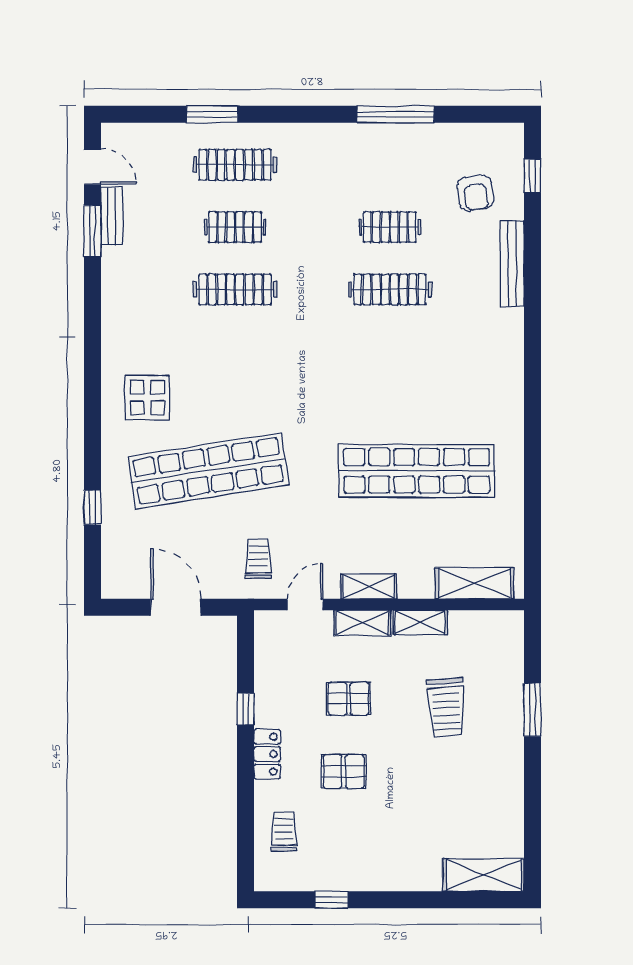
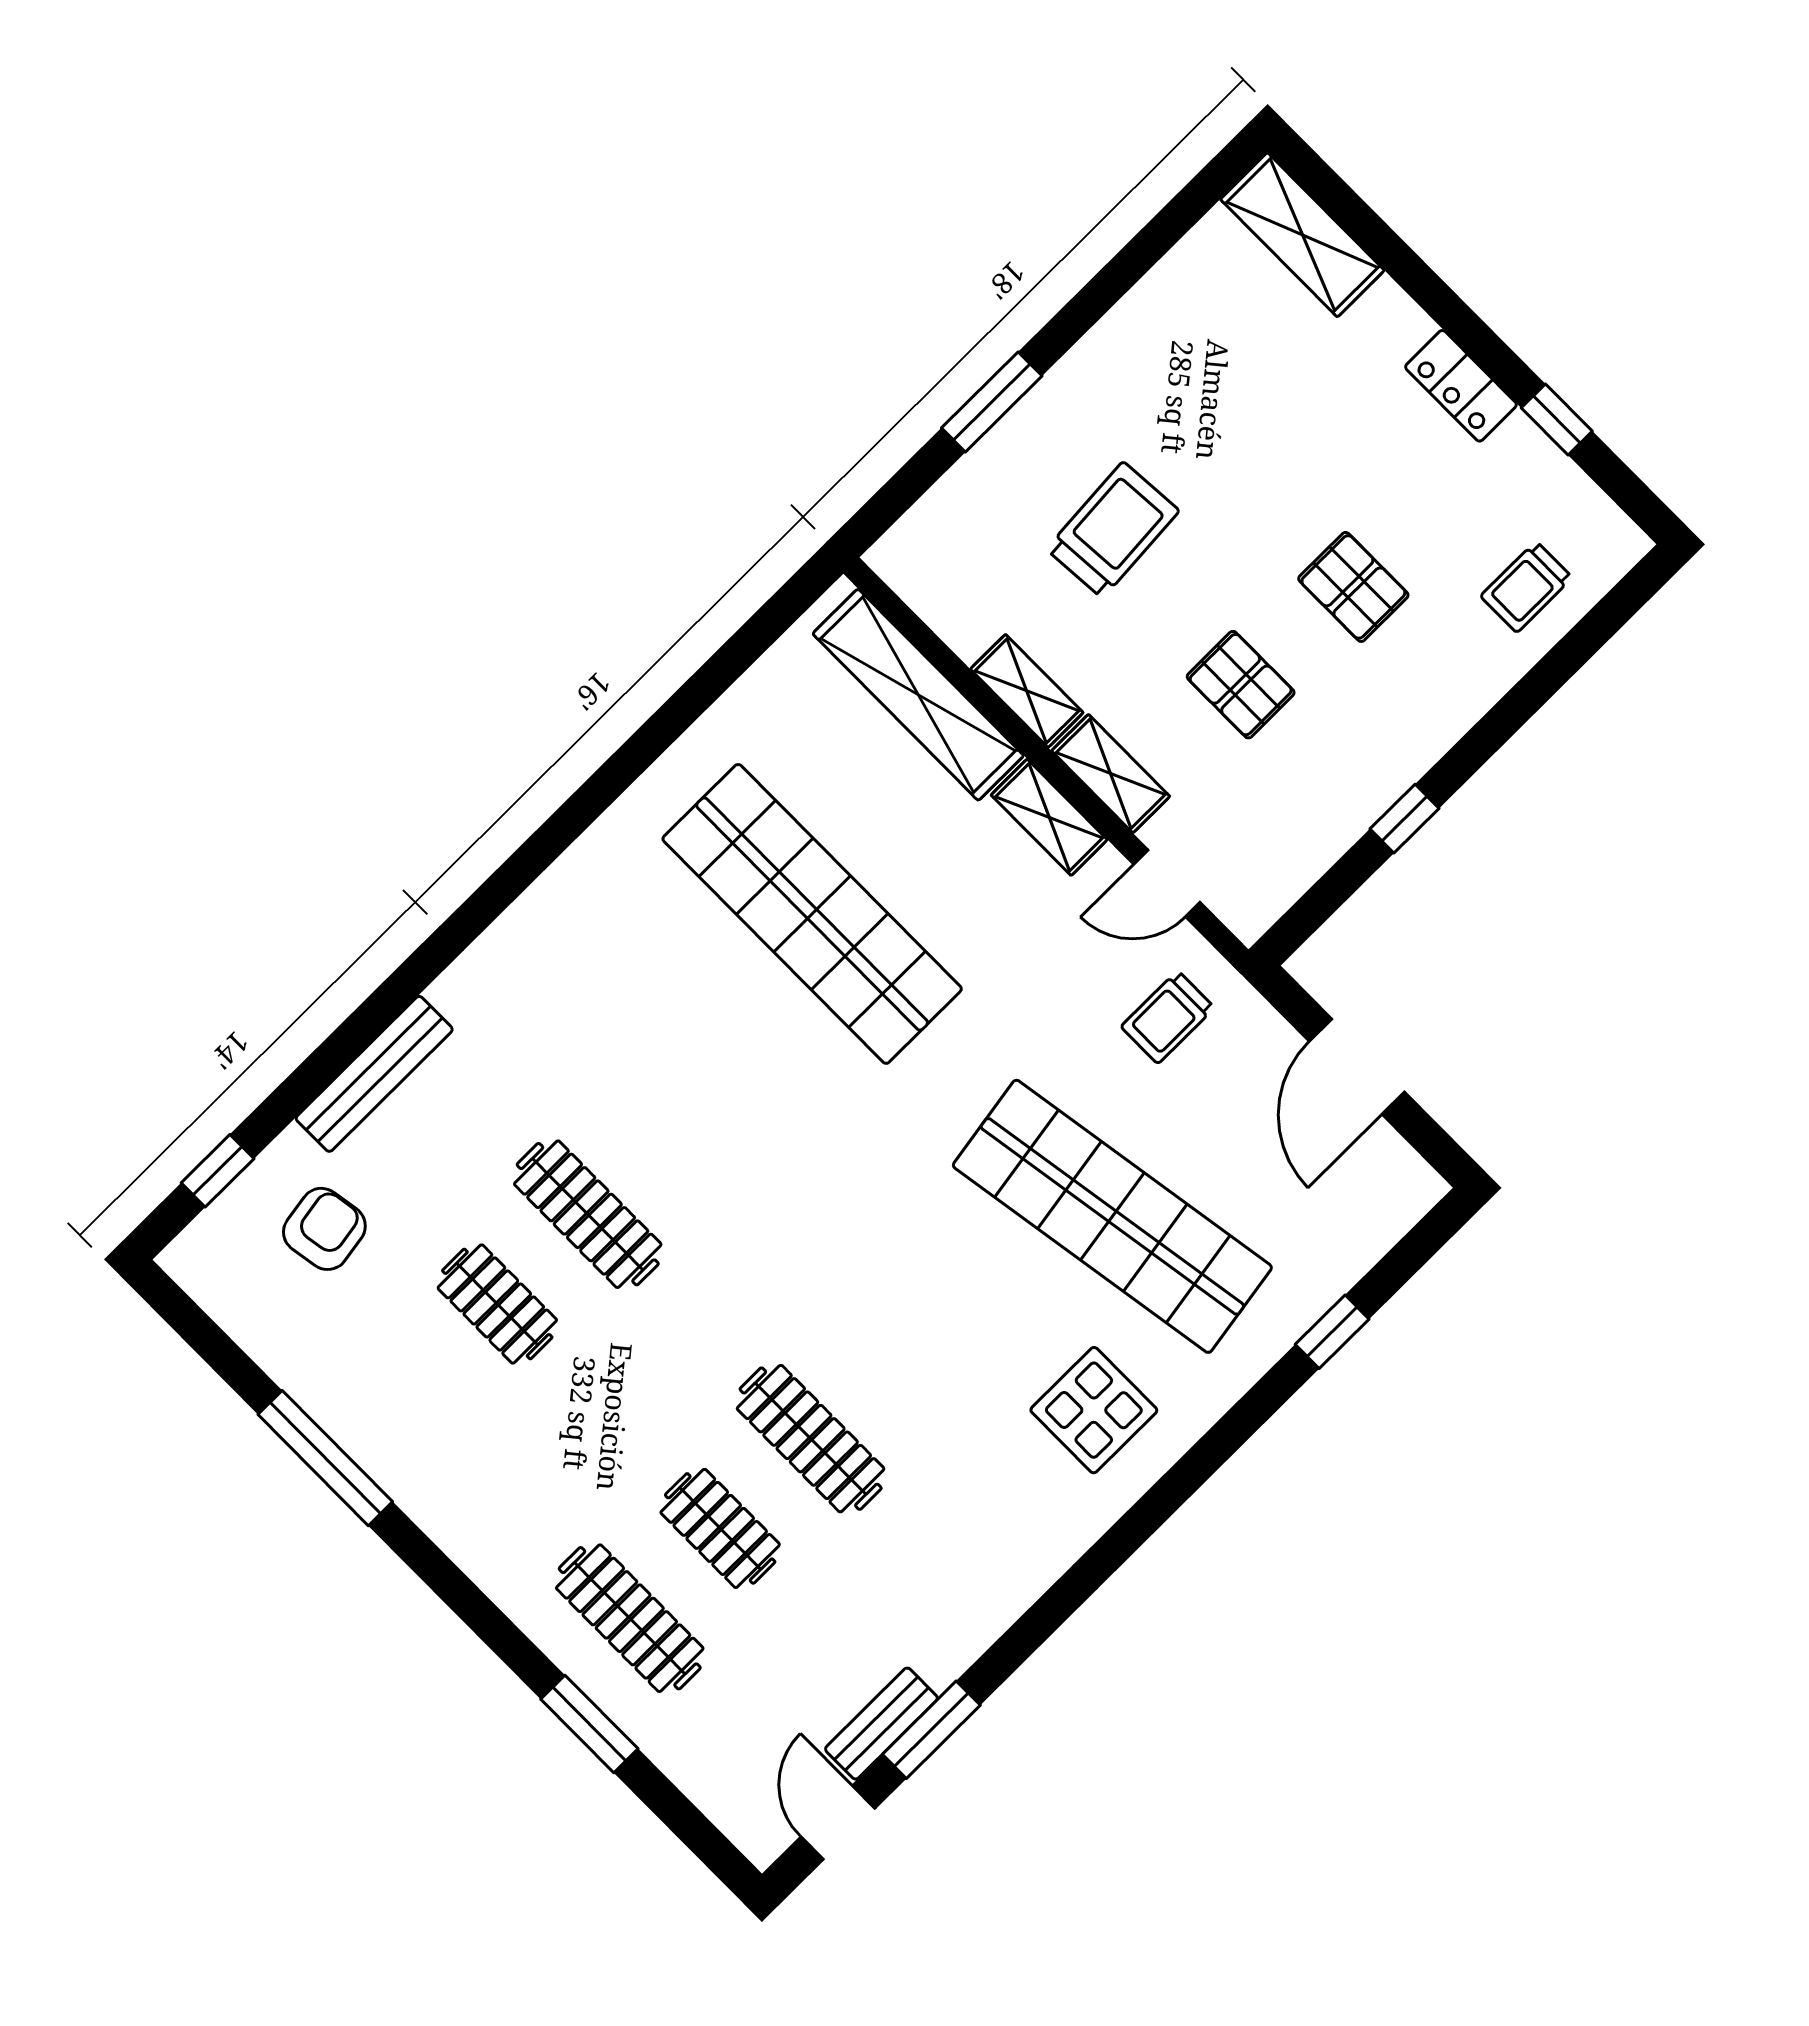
shelving: (475, 583) -> (918, 695), width x1.47
locker: (267, 754) -> (1461, 386), moved, turned -90

